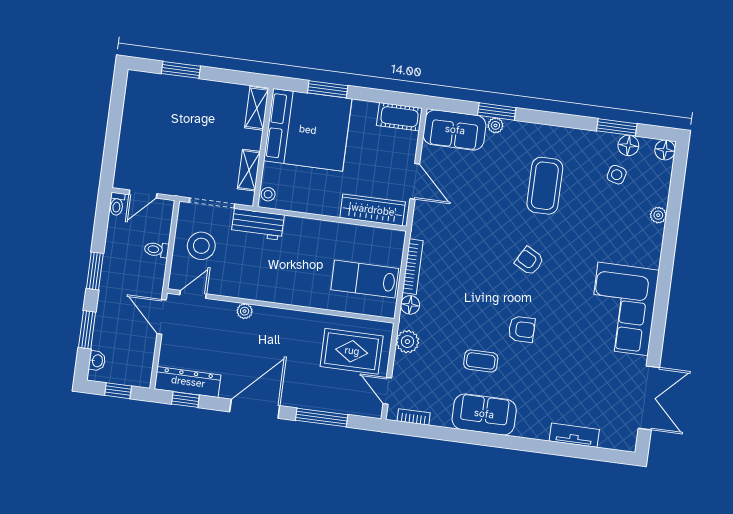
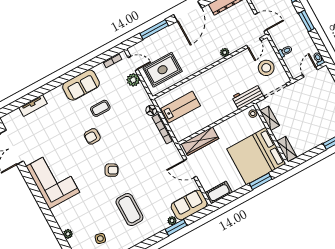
plant: (407, 342) -> (133, 80), moved

